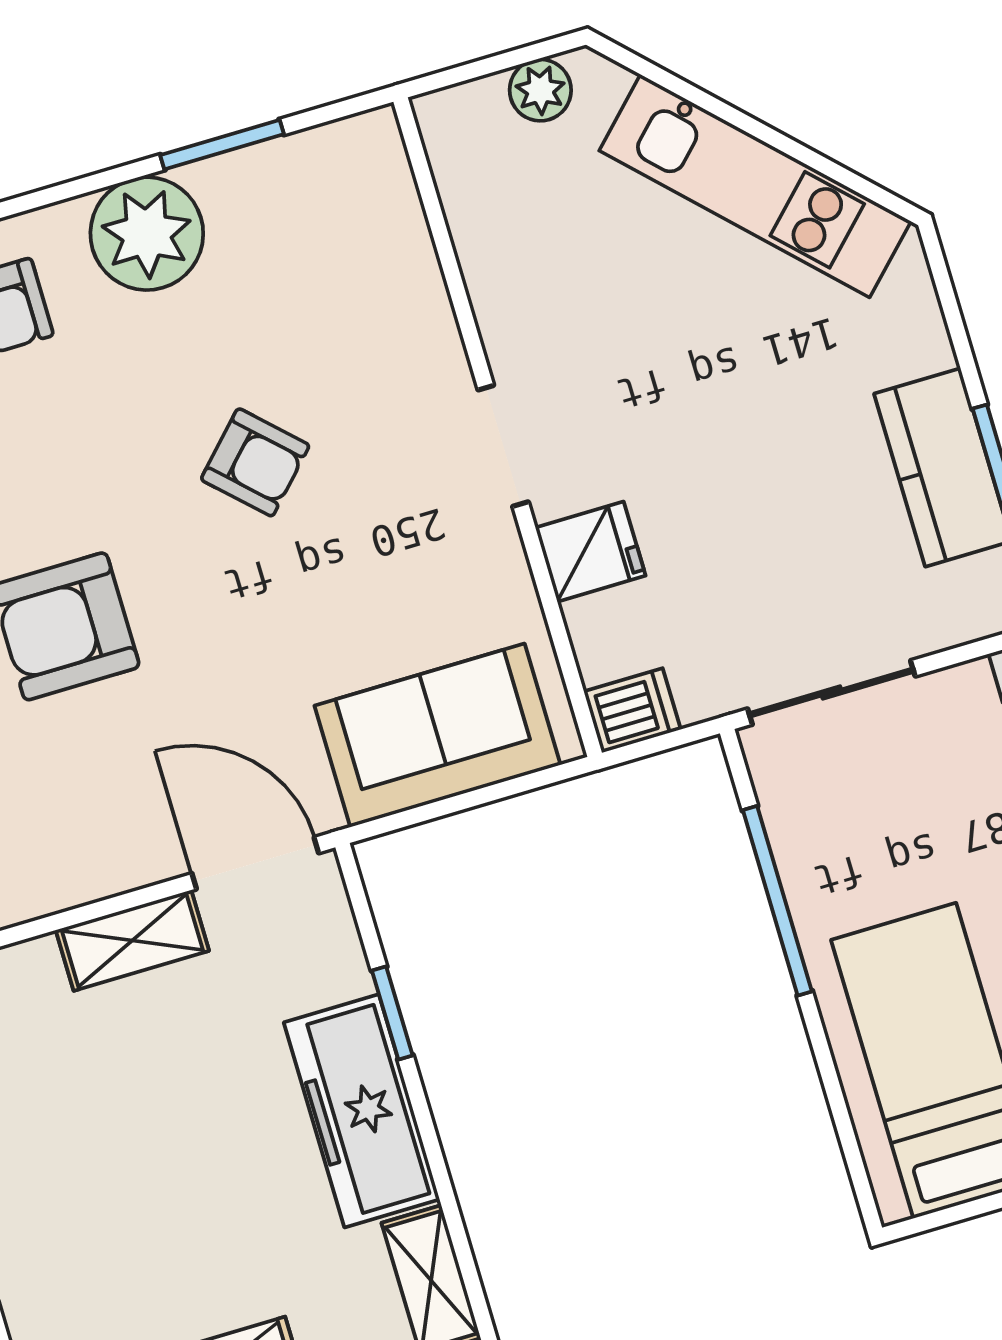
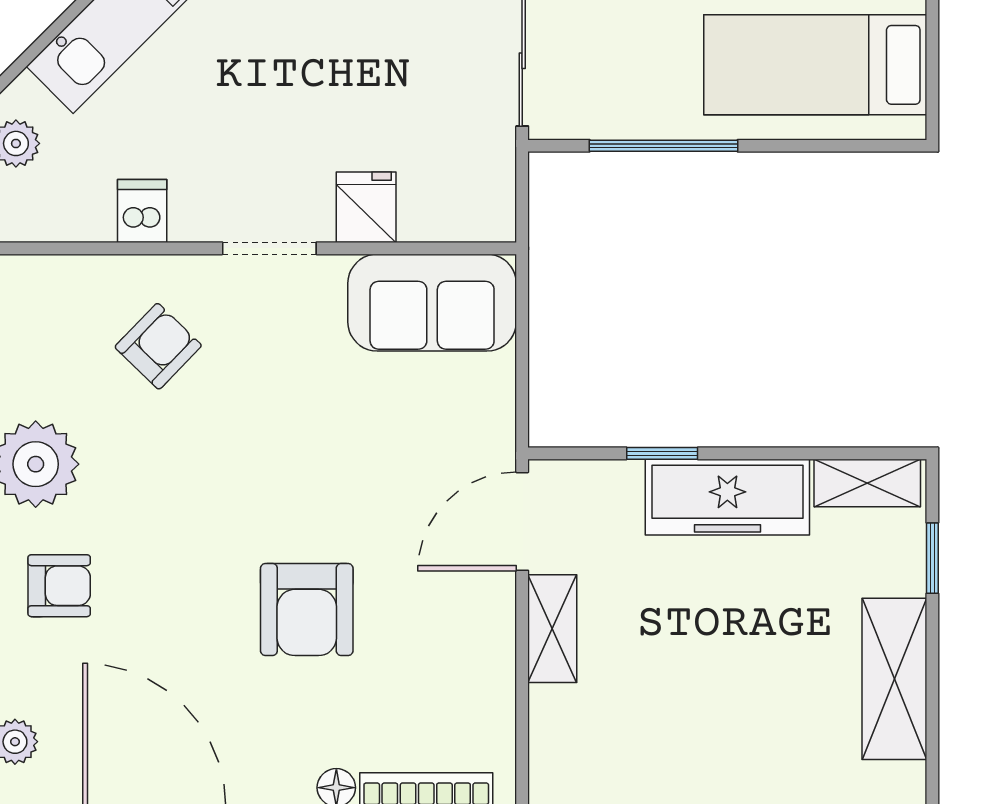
armchair: (255, 462) -> (158, 346), moved
dishwasher: (632, 710) -> (142, 211), moved
sofa: (437, 735) -> (432, 303), moved, turned -90

